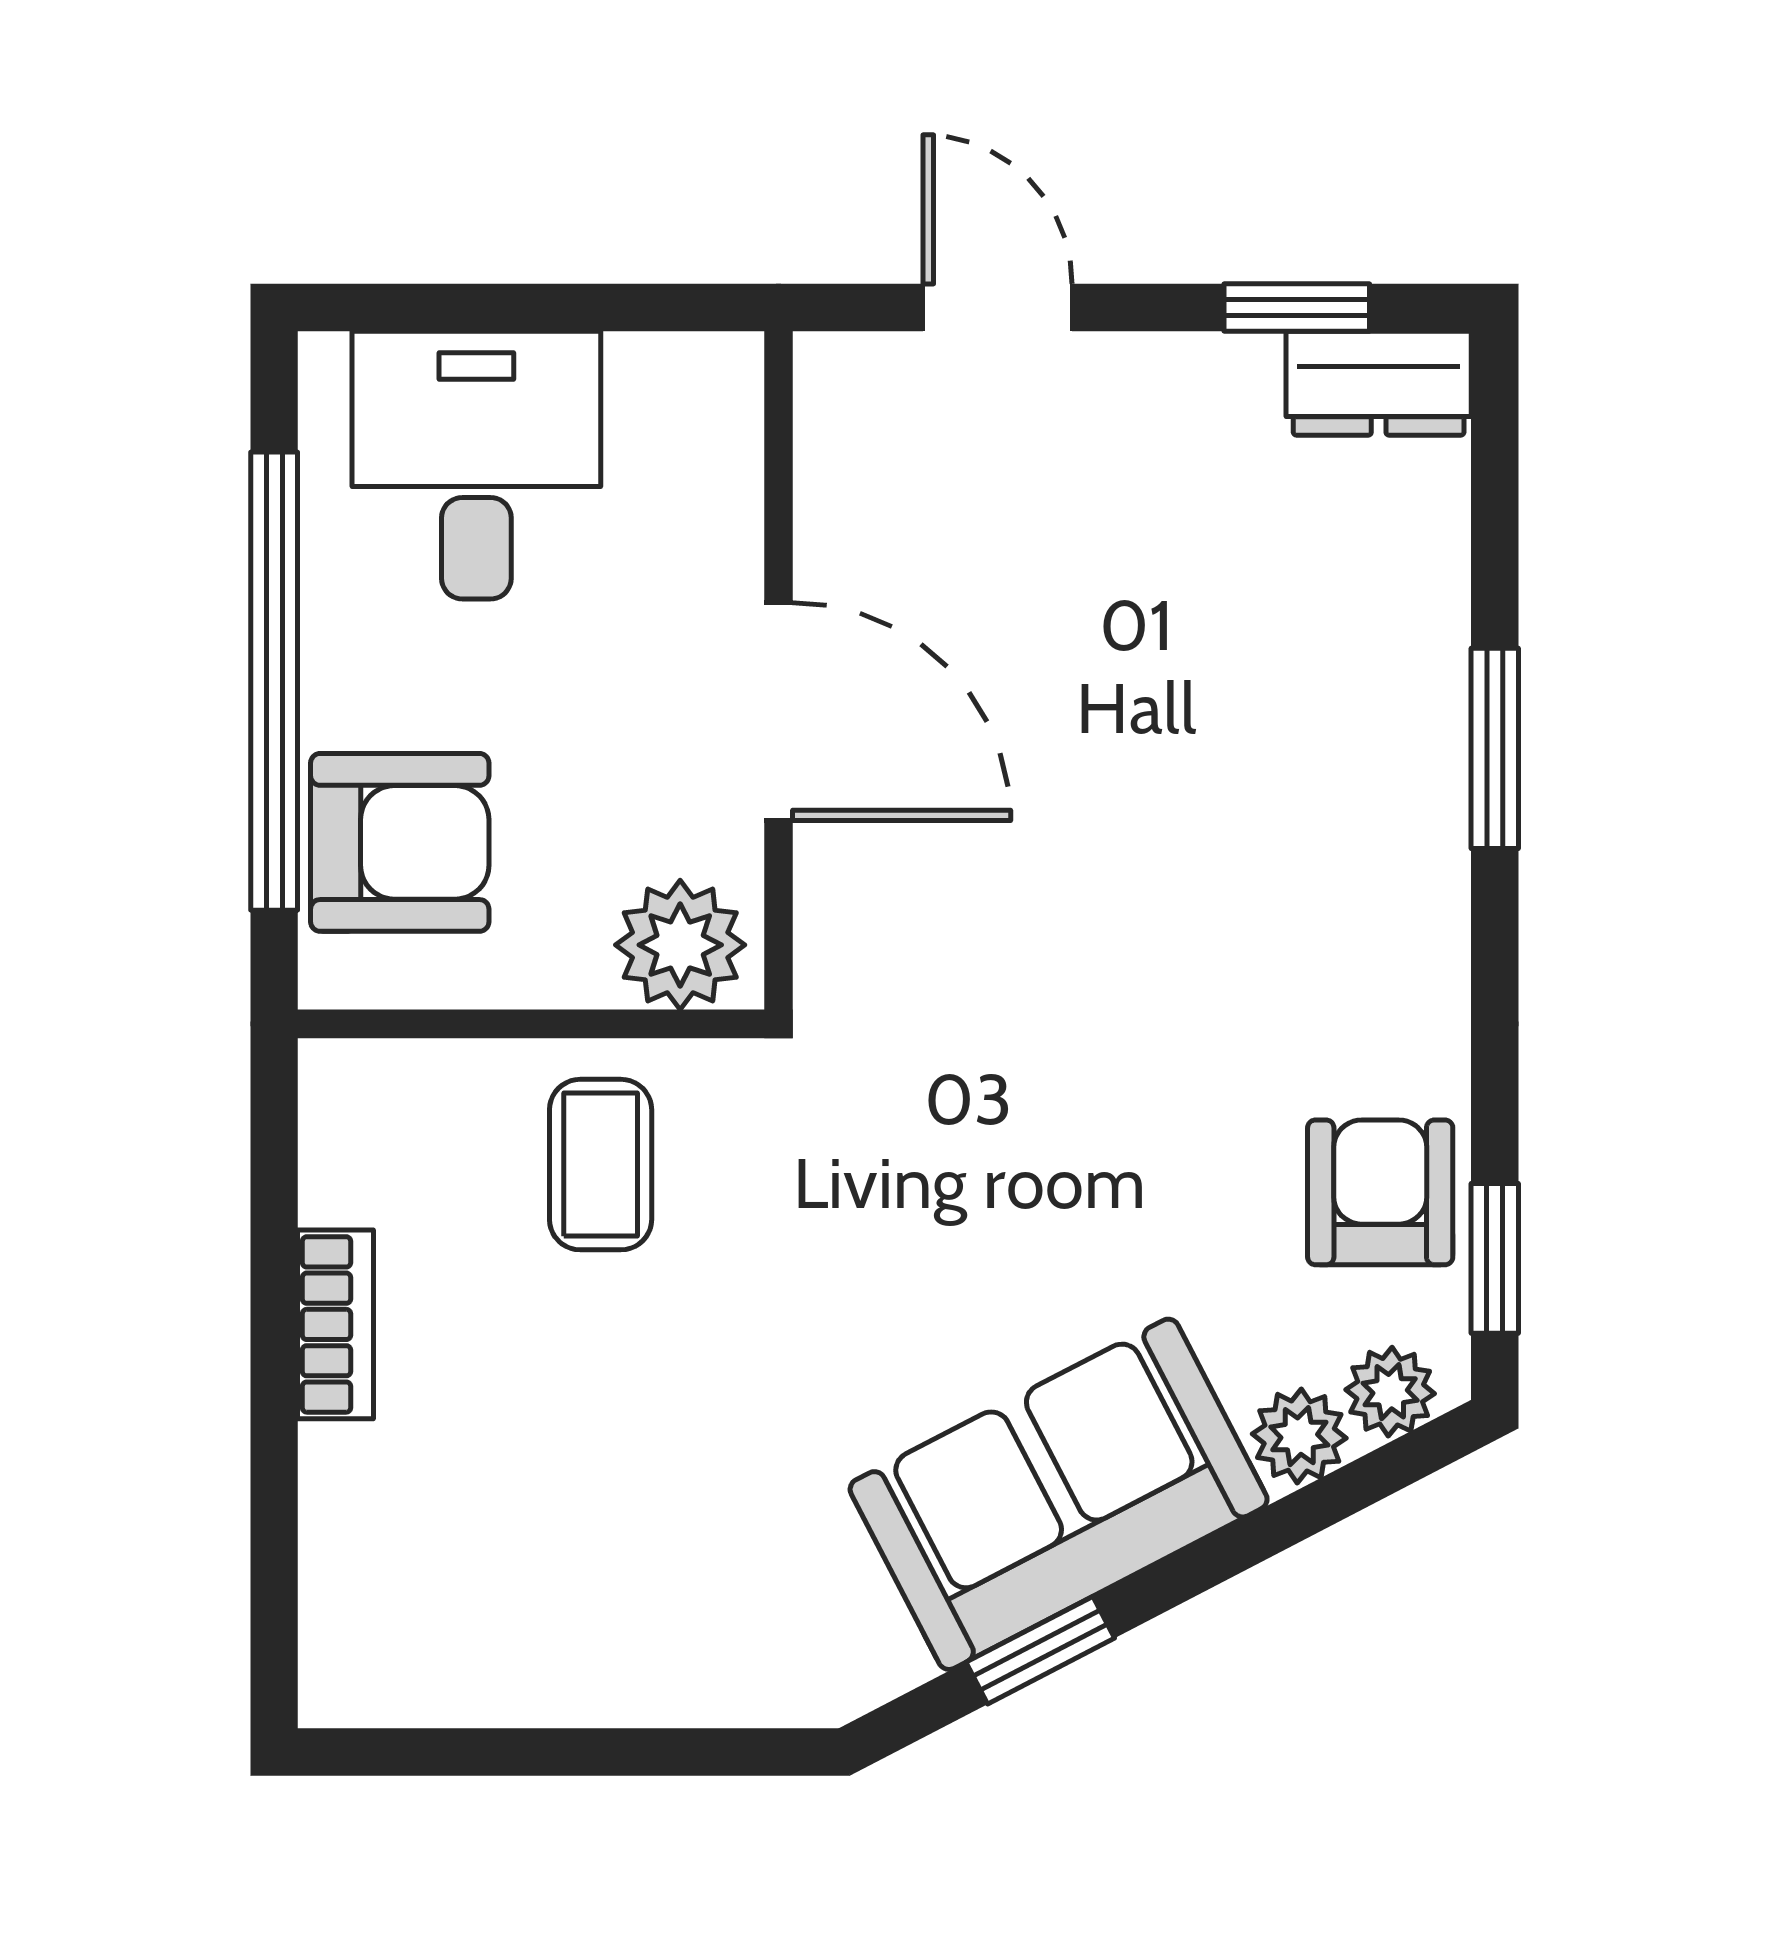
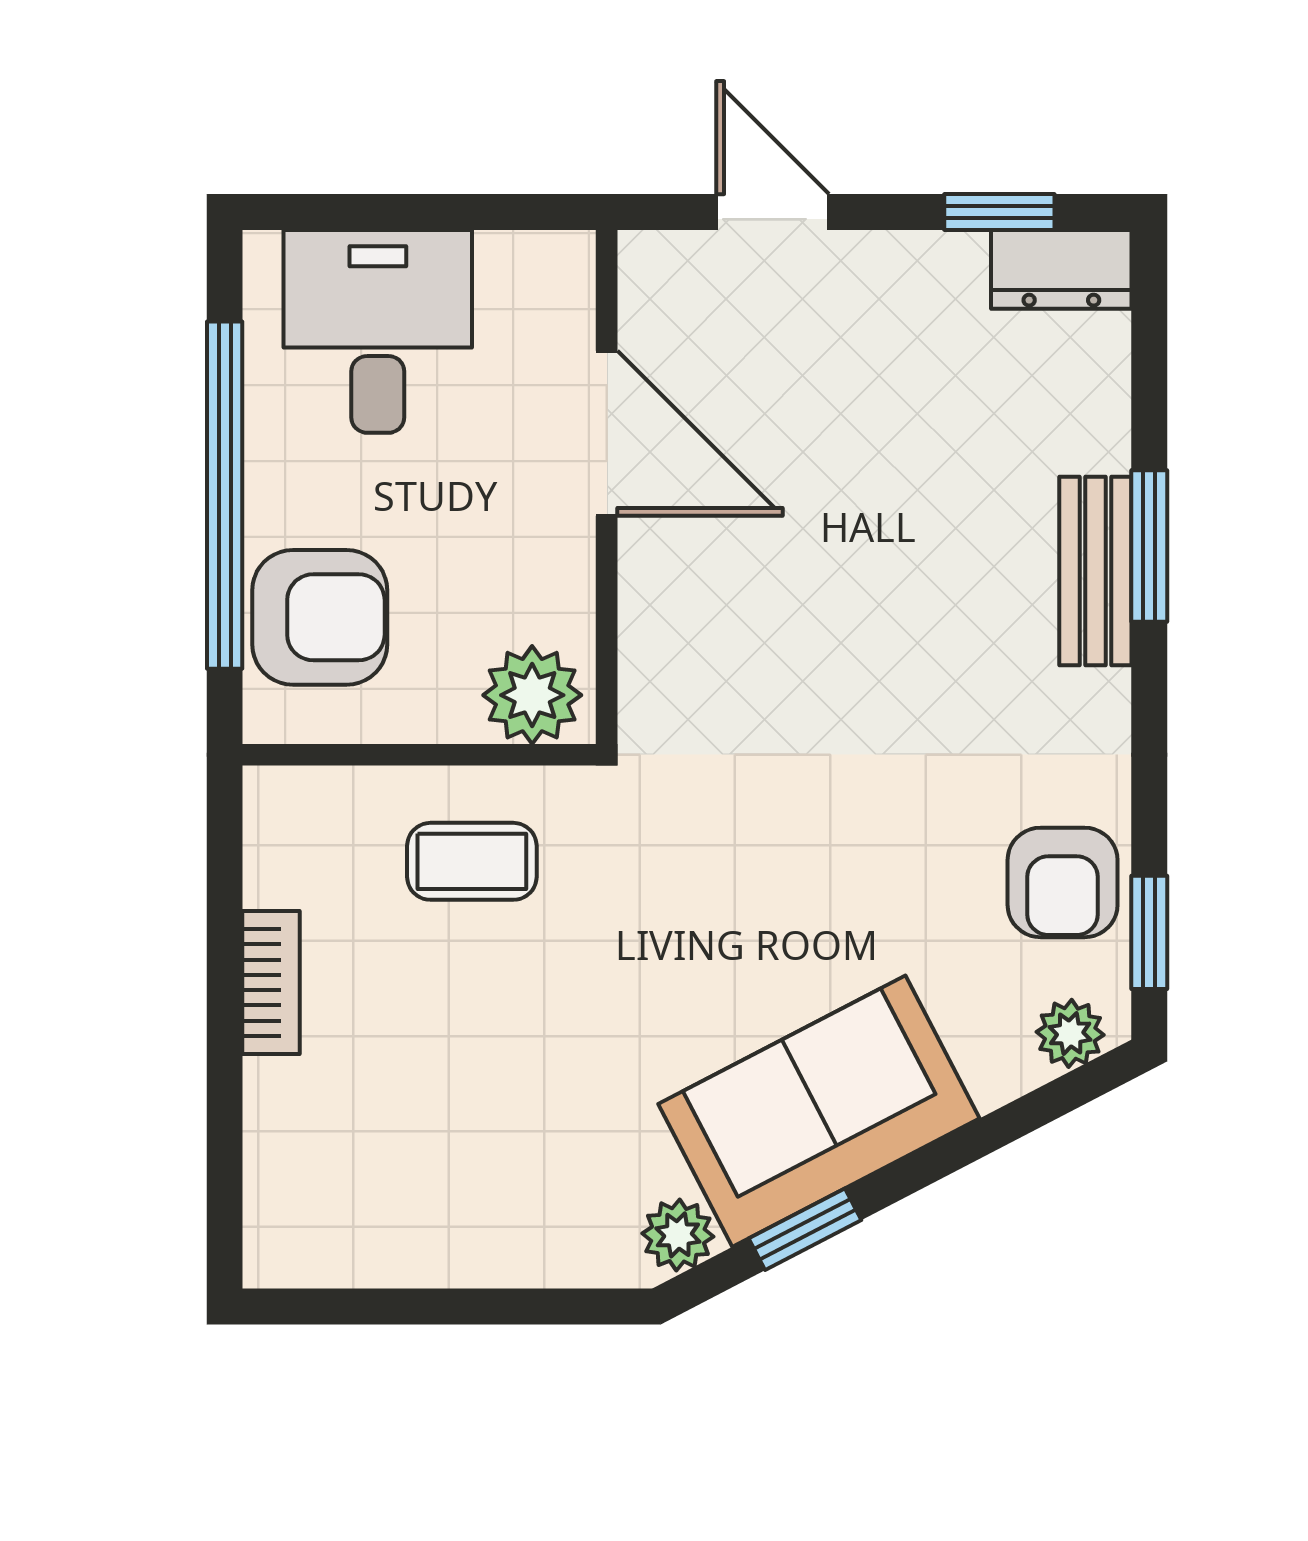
door: (778, 712) -> (607, 433), moved
bench: (1424, 781) -> (1095, 571), added
coffee table: (601, 1165) -> (472, 861), turned 90
armchair: (1380, 1192) -> (1063, 882), turned 180
plant: (1299, 1436) -> (678, 1235), moved

